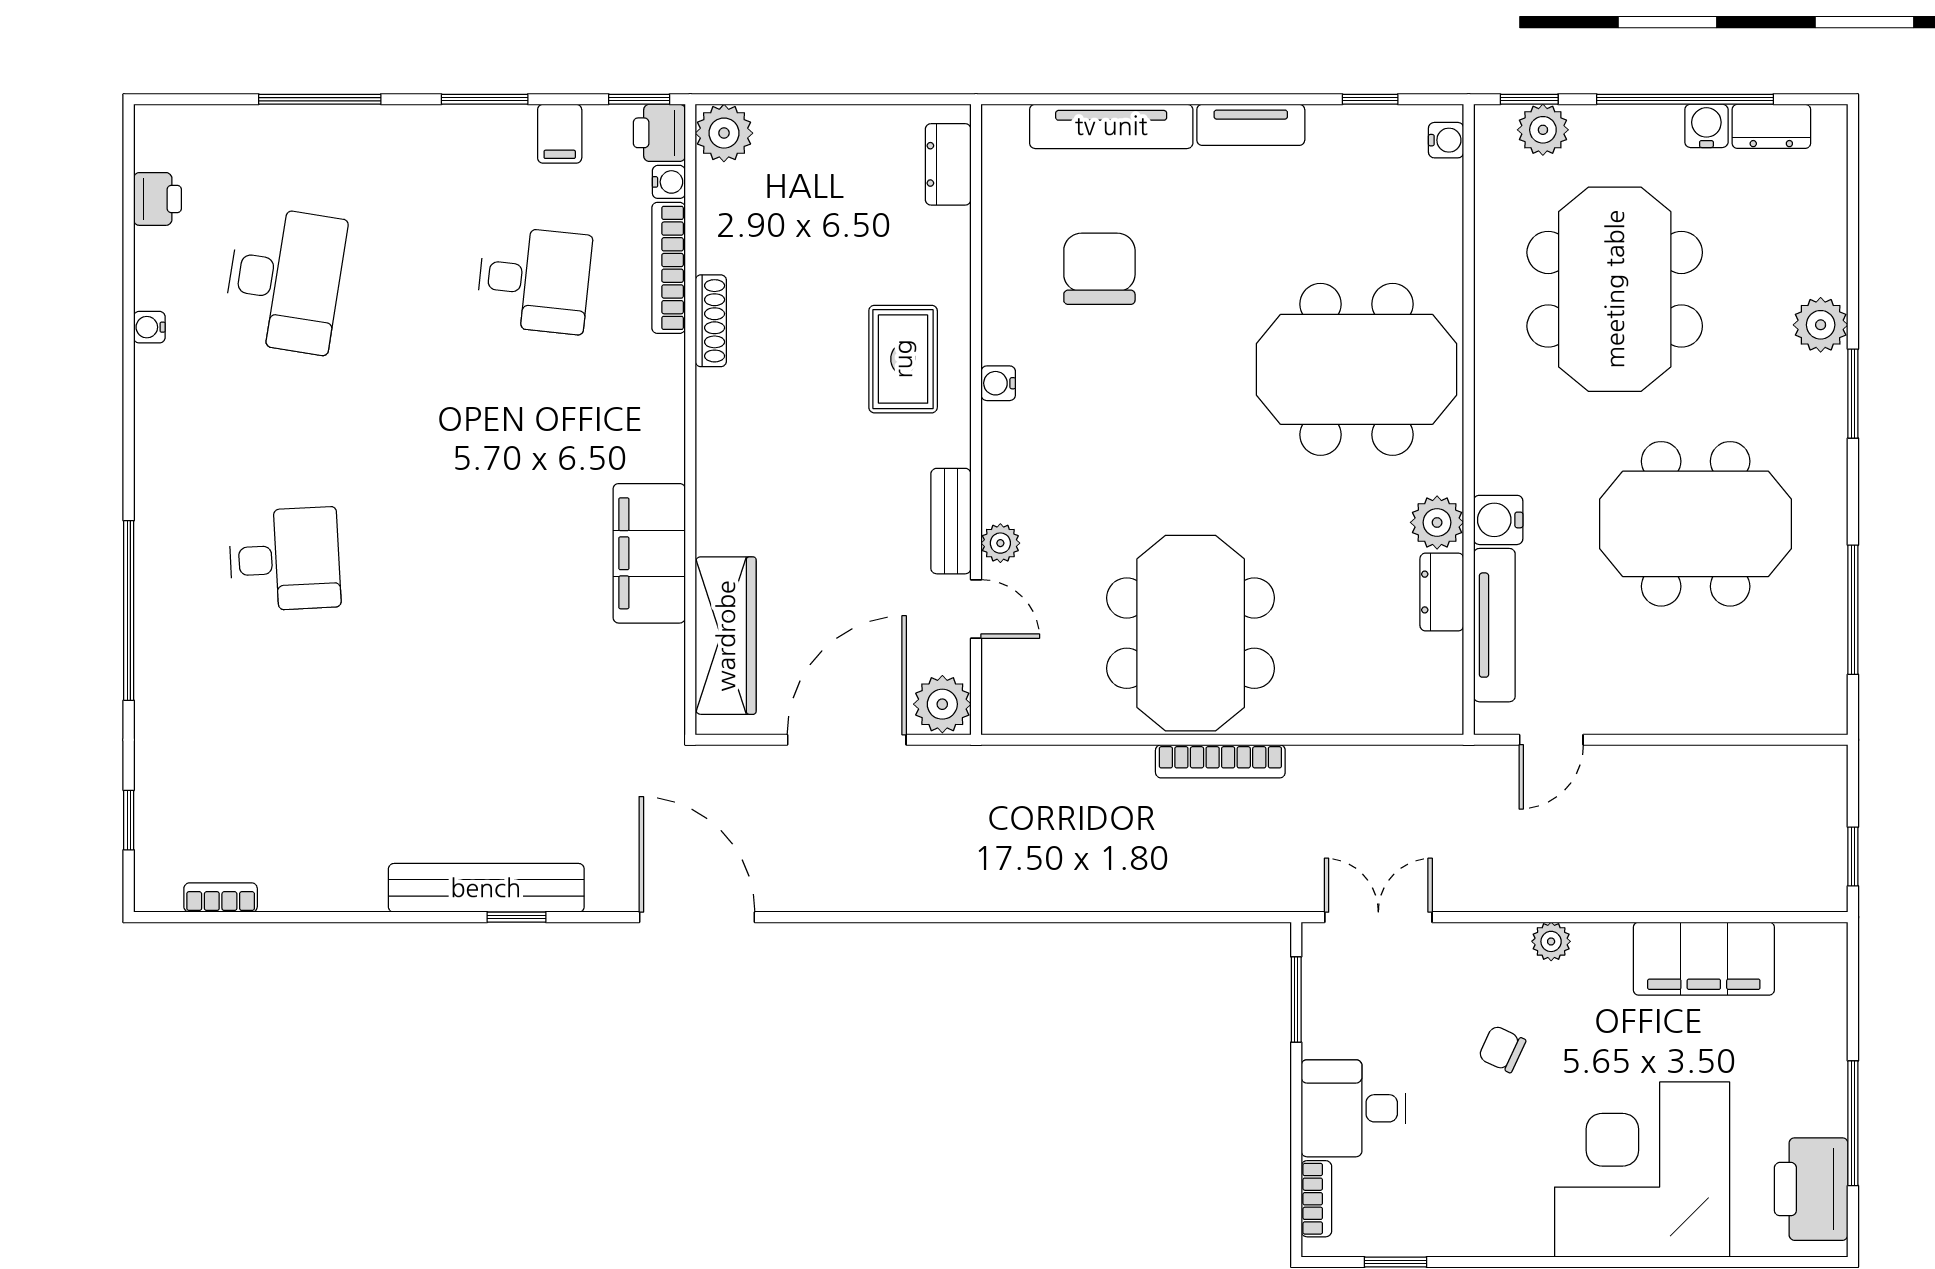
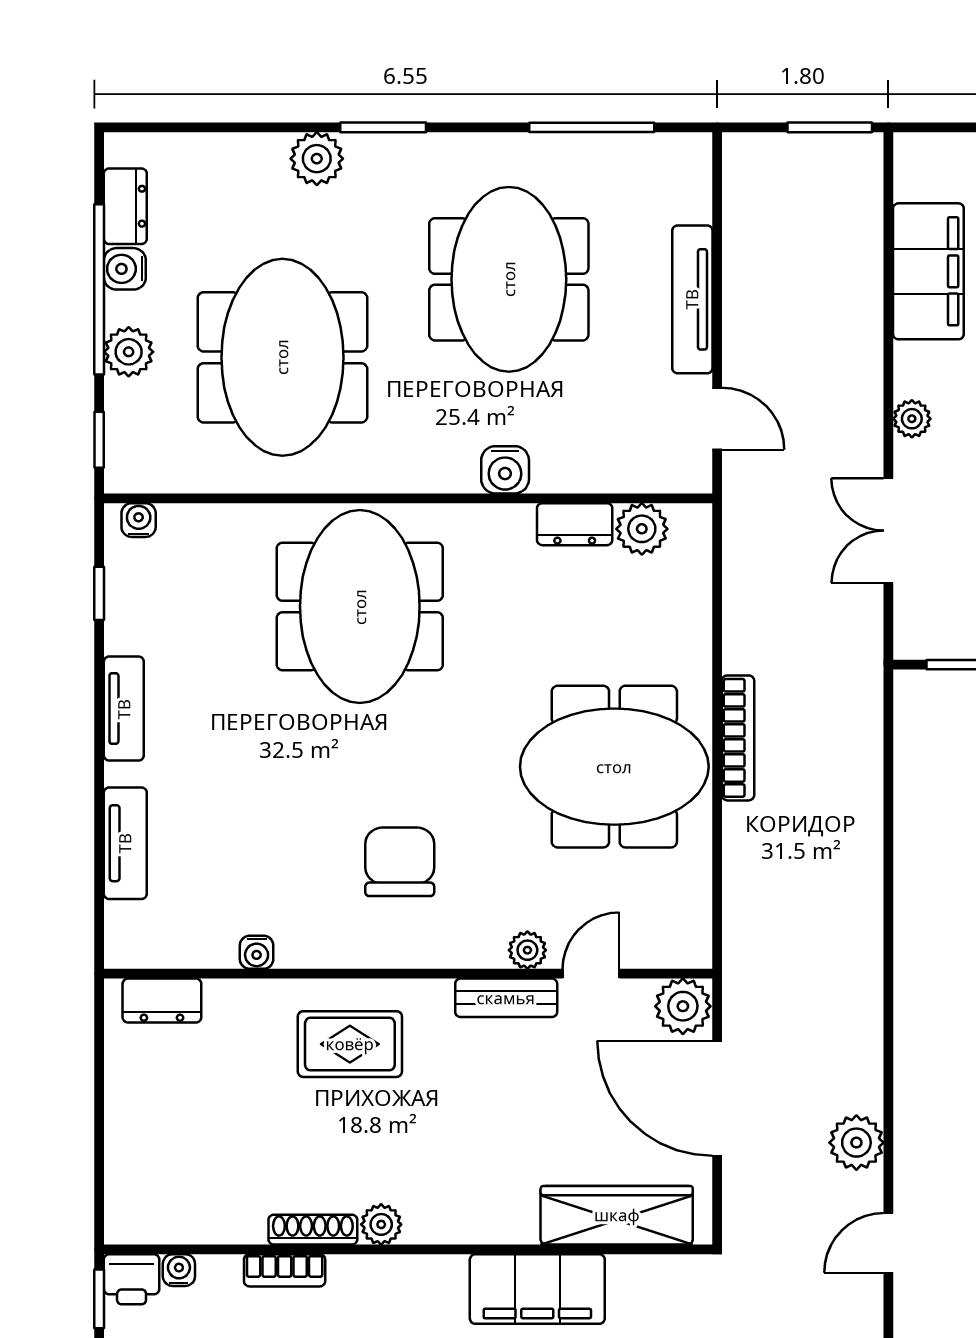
tv unit: (1111, 126) -> (125, 843), width x0.71
plant: (1543, 130) -> (129, 352), moved
plant: (724, 133) -> (381, 1224), moved, width x0.73, depth x0.73
bookcase: (669, 268) -> (285, 1270), width x0.64
chair: (1099, 269) -> (400, 862), moved, turned 90
meeting table: (1615, 289) -> (282, 357), turned 90
water cooler: (998, 383) -> (257, 952), moved
plant: (1437, 522) -> (642, 529), moved
tv unit: (1494, 625) -> (692, 299), moved, turned -90
window: (1853, 856) -> (830, 127), width x1.50
plant: (801, 884) -> (856, 1143), added
door: (697, 917) -> (888, 1243), width x0.53
double door: (1378, 917) -> (888, 531), moved

